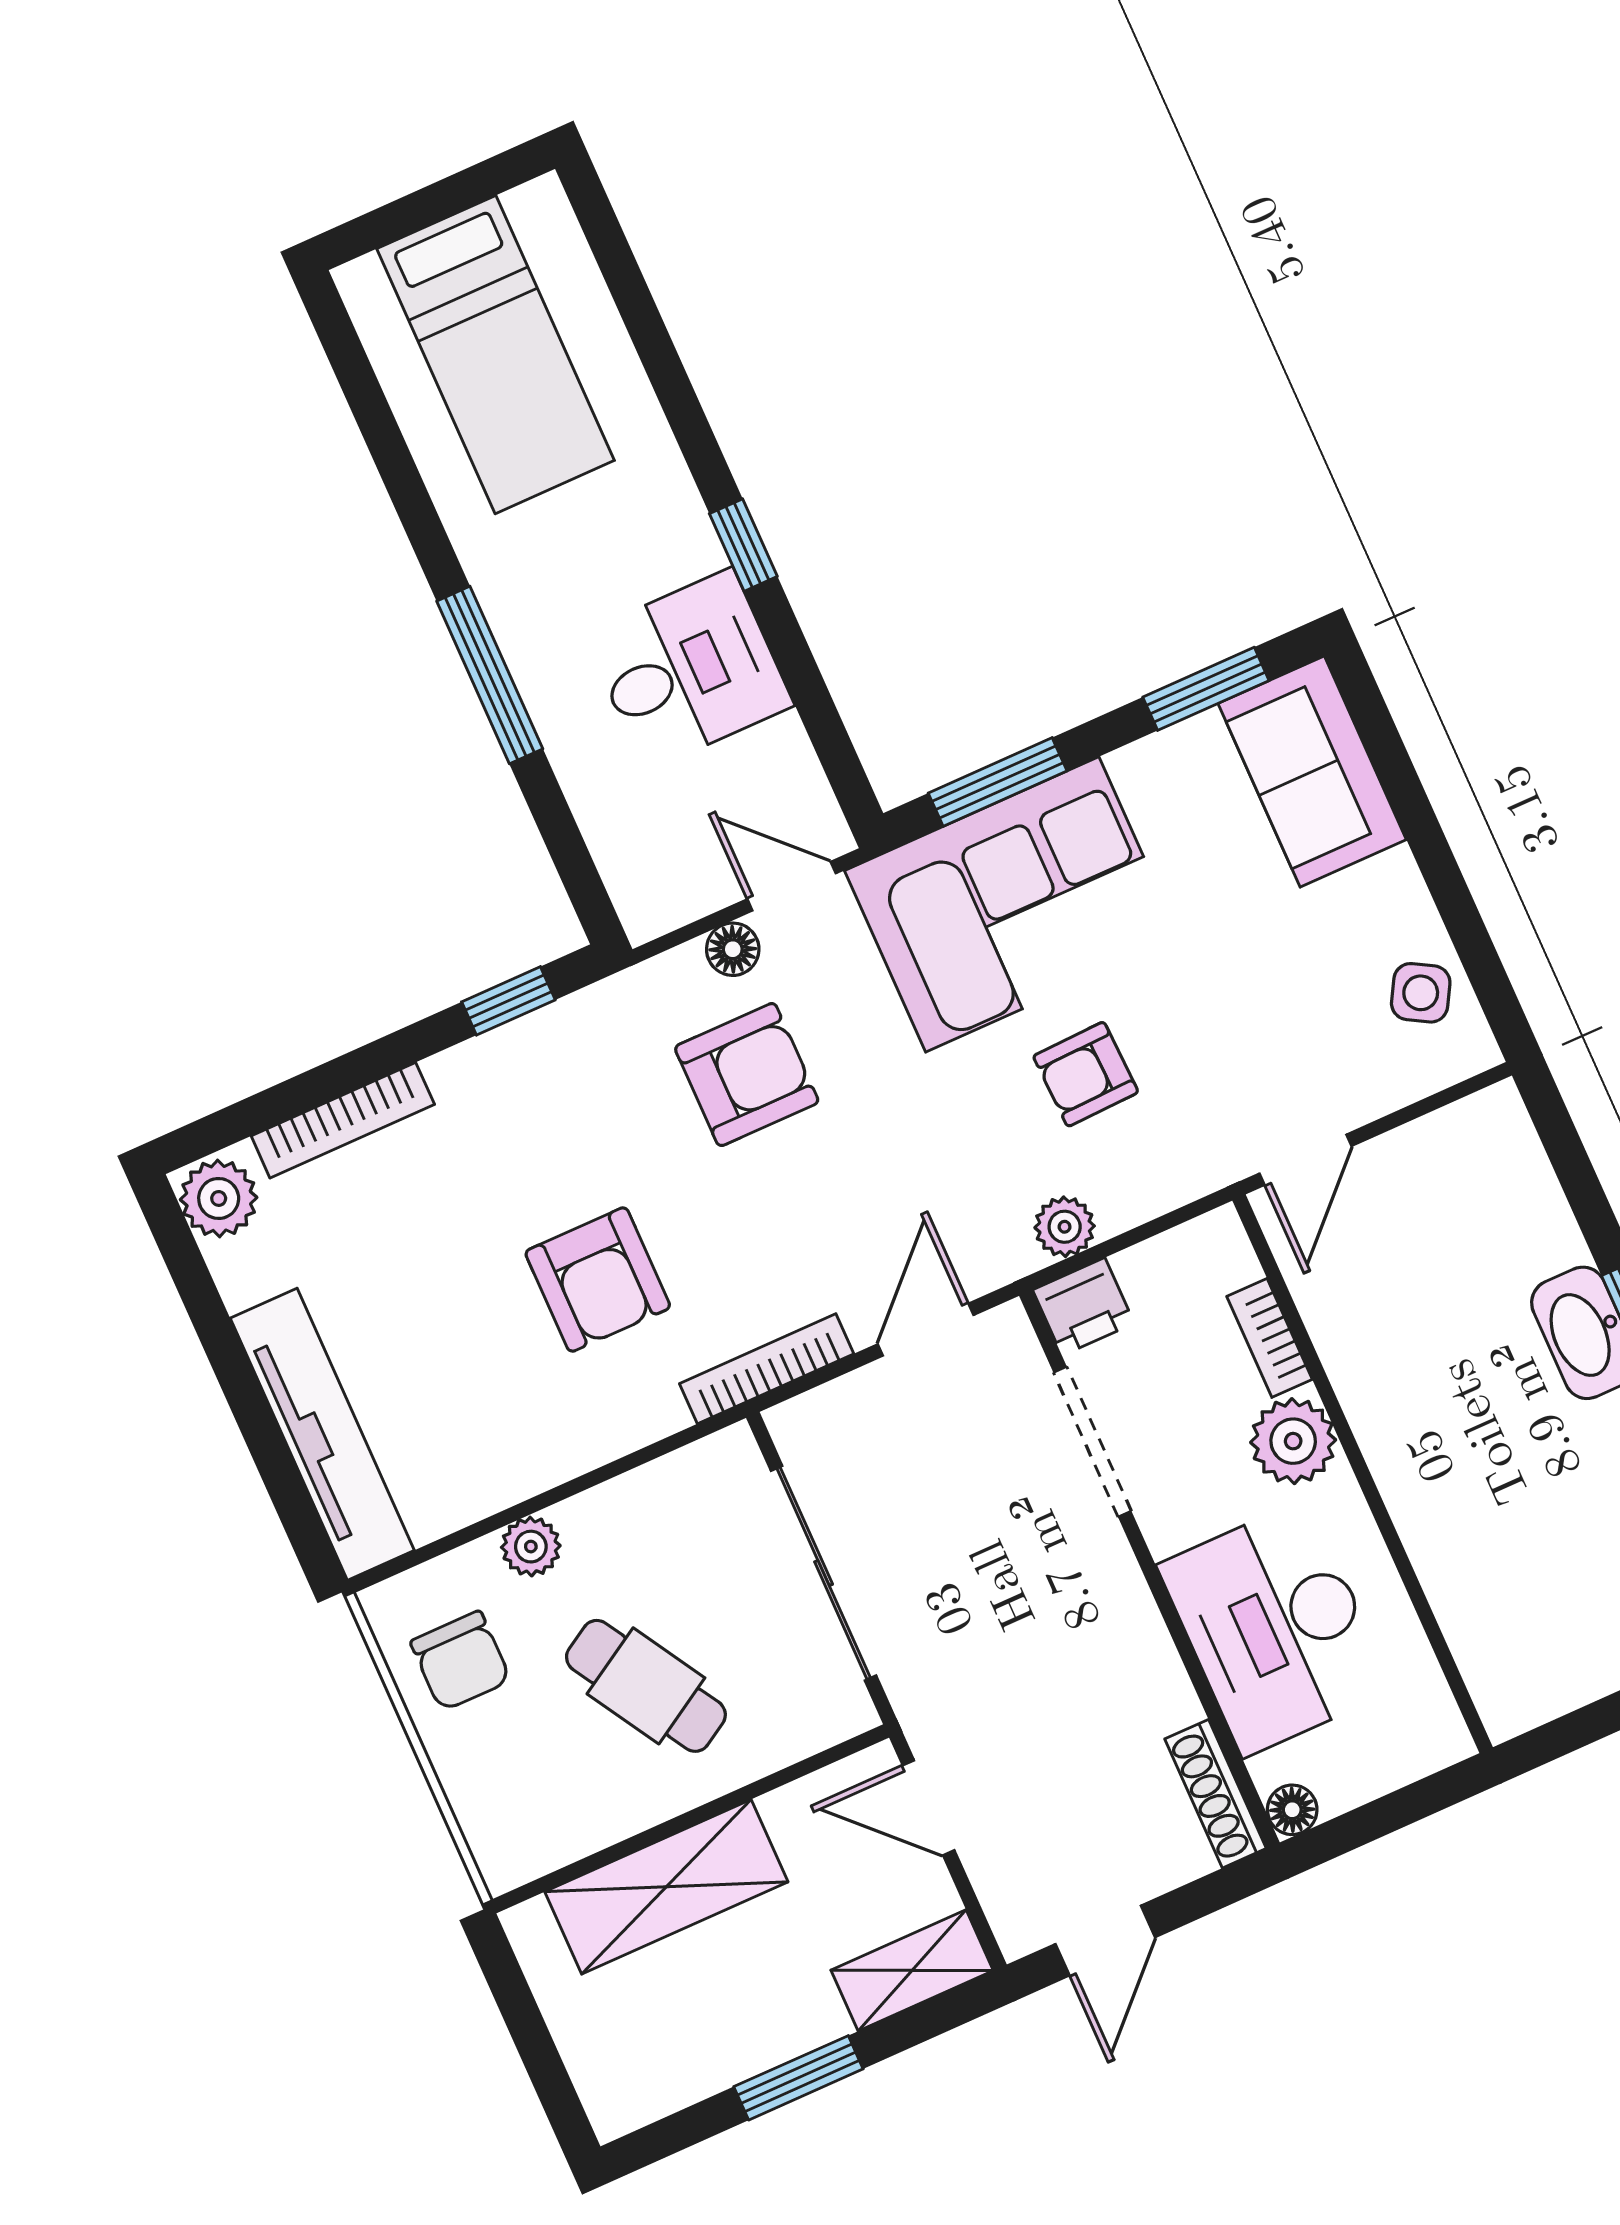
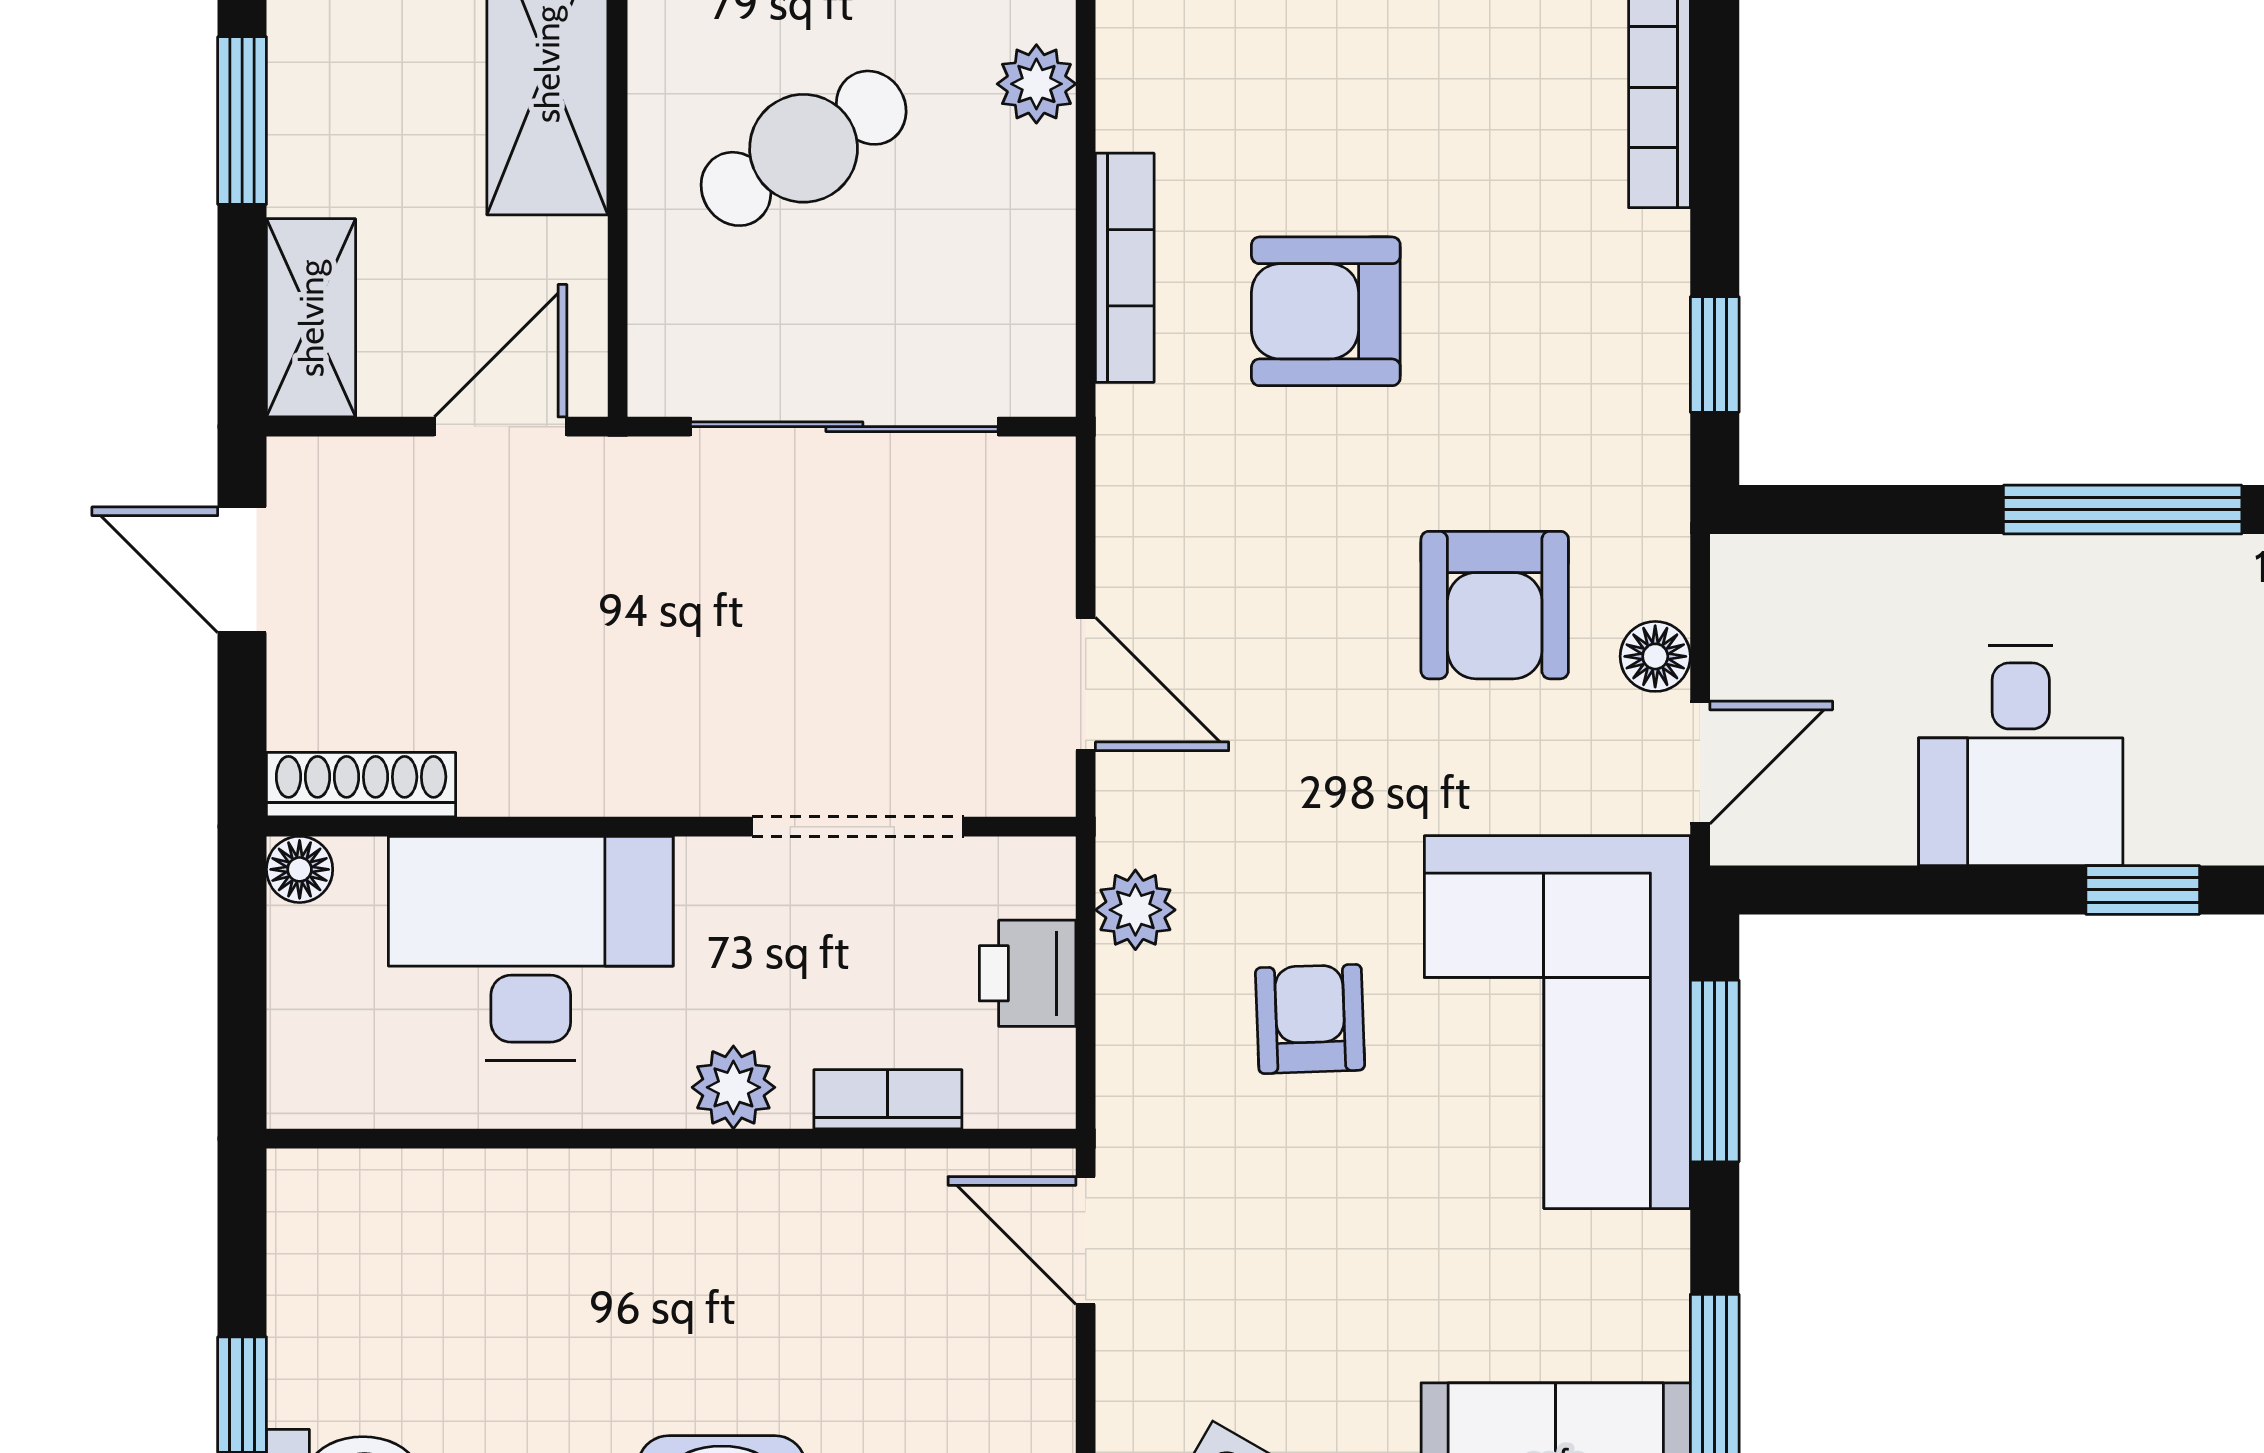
printer: (1083, 1307) -> (1028, 973), moved
bookcase: (767, 1369) -> (1125, 268), moved
plant: (1293, 1441) -> (733, 1087), width x0.73, depth x0.73

